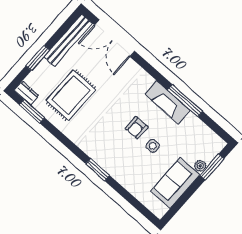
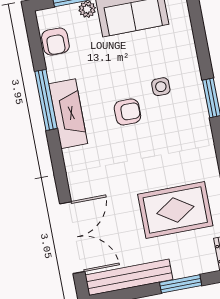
armchair: (204, 136) -> (55, 42), added
side table: (153, 146) -> (161, 87), moved

